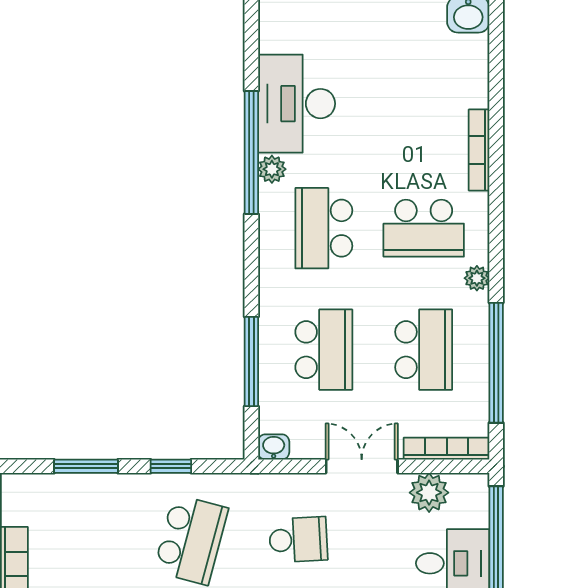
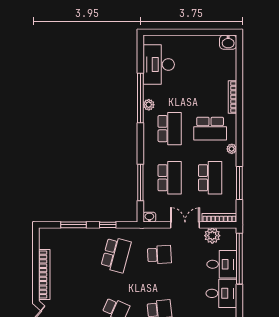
desk: (297, 104) -> (159, 64), moved
school desk: (324, 228) -> (170, 129), turned 180
window: (496, 363) -> (239, 183), width x0.68

